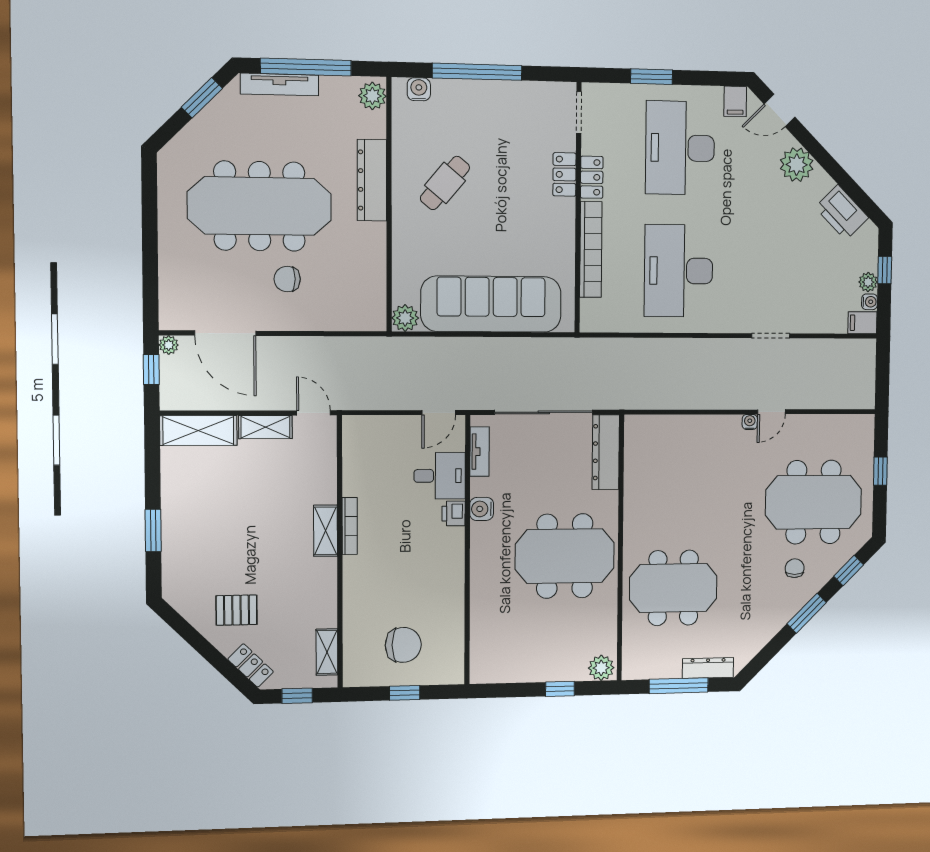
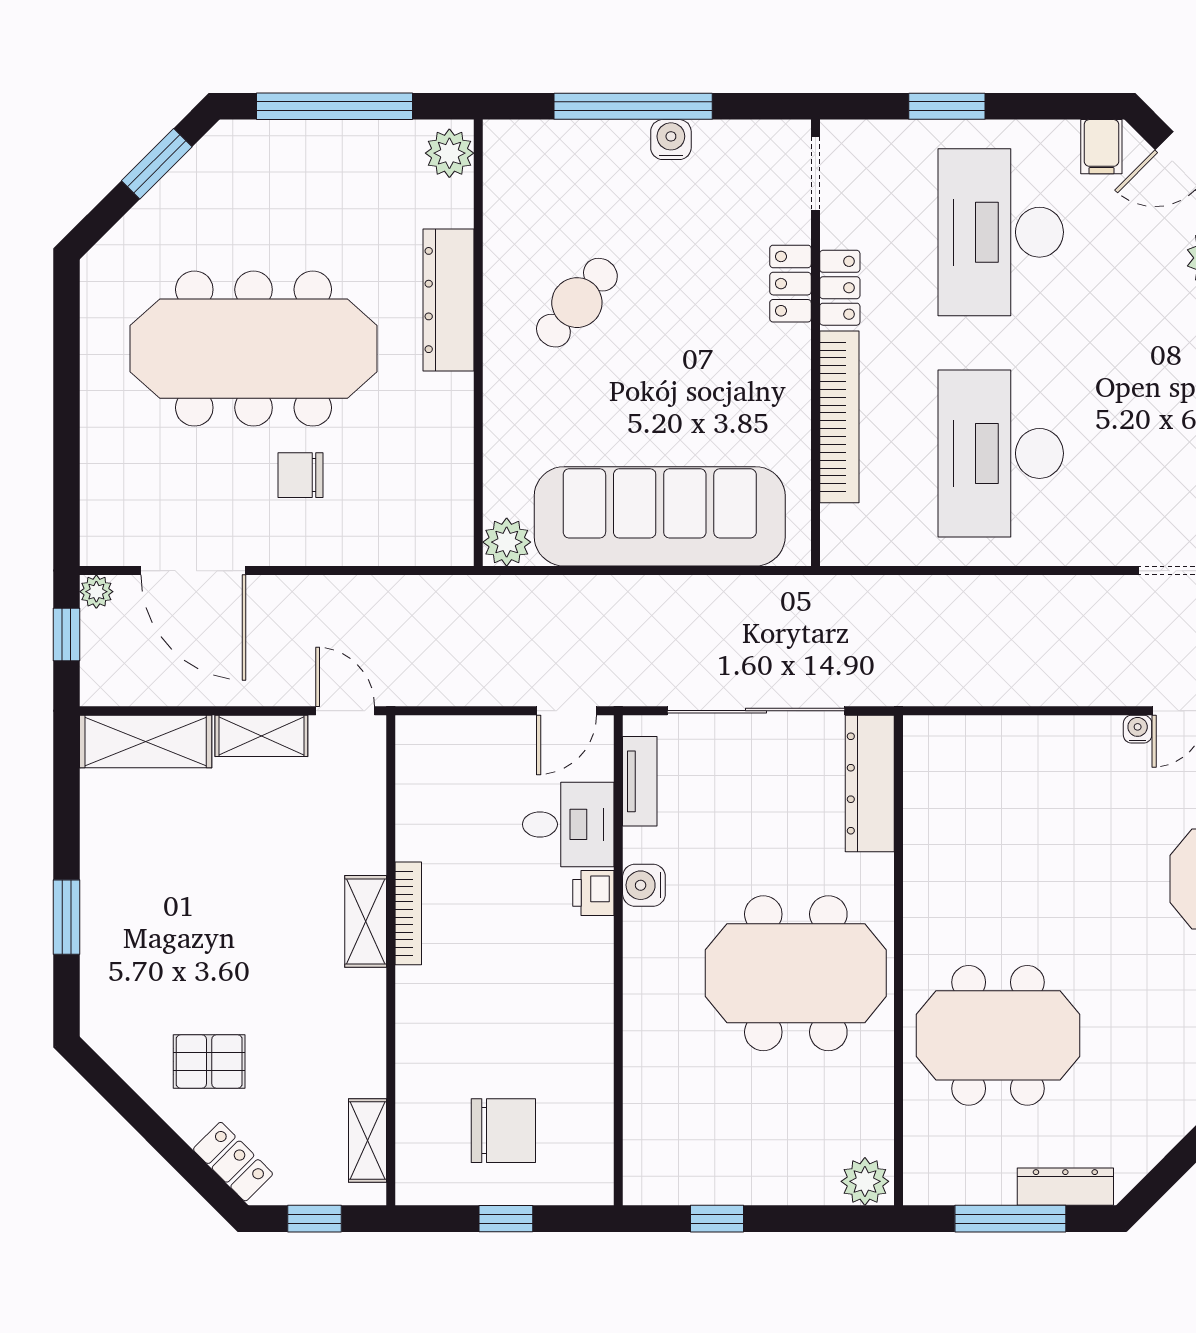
tv unit: (279, 84) -> (289, 138), removed
water cooler: (419, 89) -> (671, 140), moved
window: (560, 689) -> (717, 1219), moved

